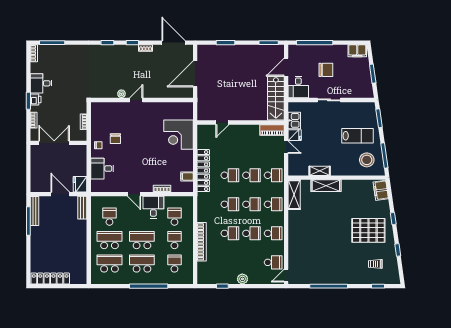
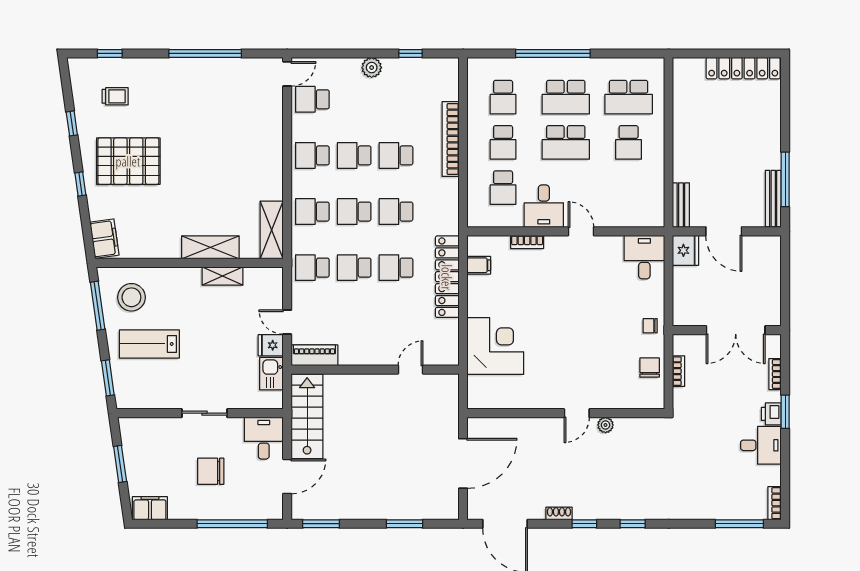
chair: (115, 139) -> (650, 368), moved
desk: (102, 169) -> (644, 257), moved, turned -90
school desk: (109, 217) -> (629, 188), removed
school desk: (109, 240) -> (629, 142), width x0.54

